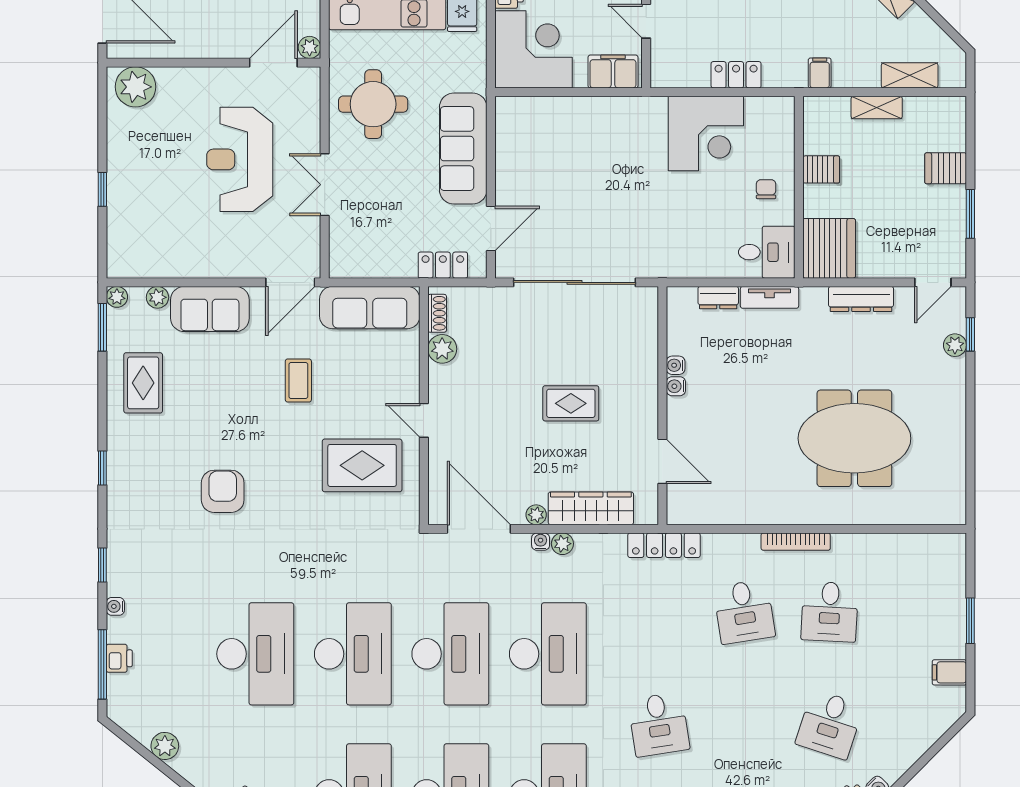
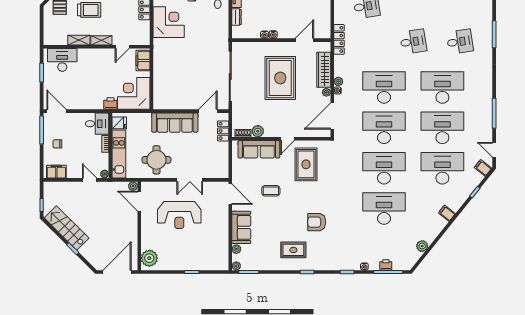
door: (491, 229) -> (208, 111), hinge flipped
sofa: (370, 308) -> (259, 149), moved, turned 90
rug: (143, 383) -> (293, 250), moved
rug: (571, 403) -> (280, 78), width x1.86, depth x2.06

